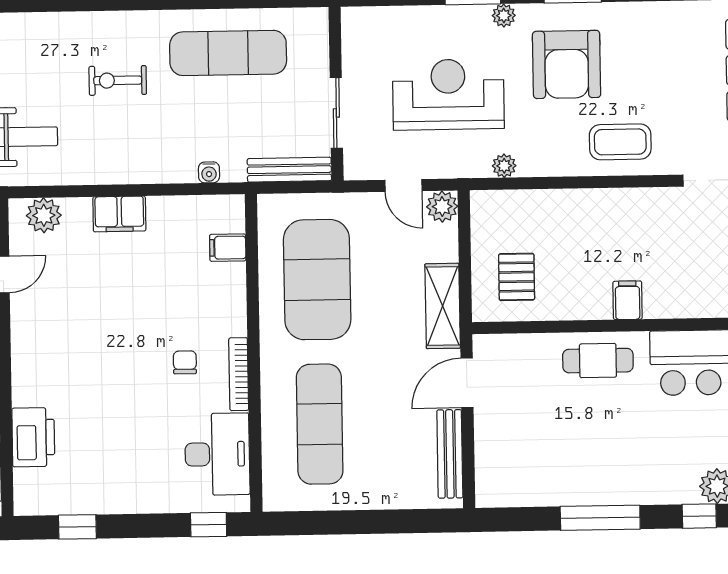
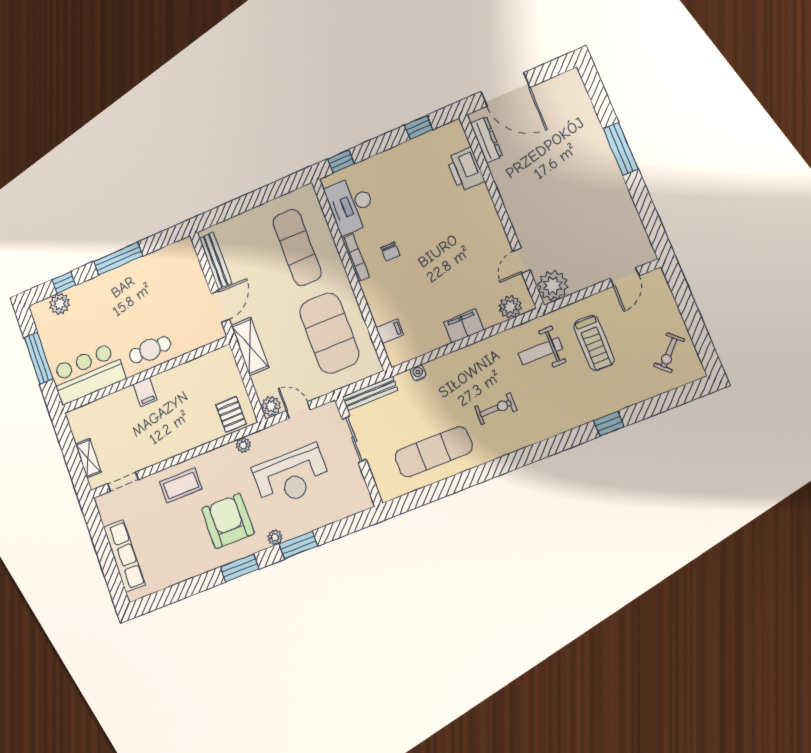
pallet: (517, 277) -> (231, 414), moved

